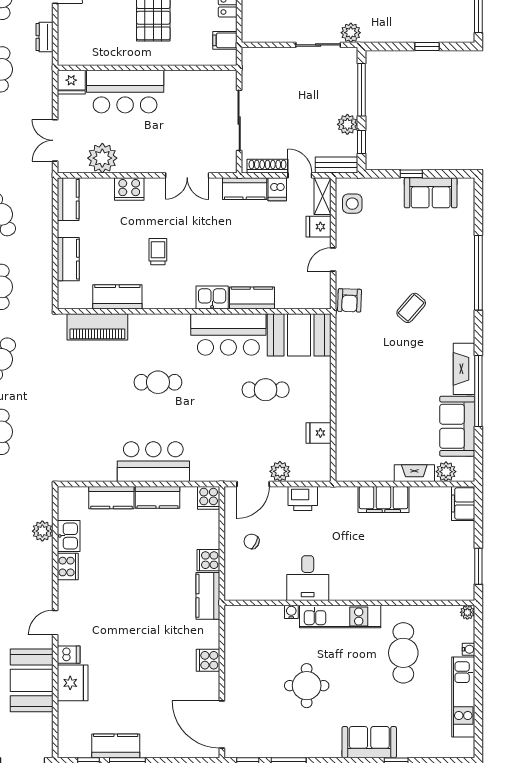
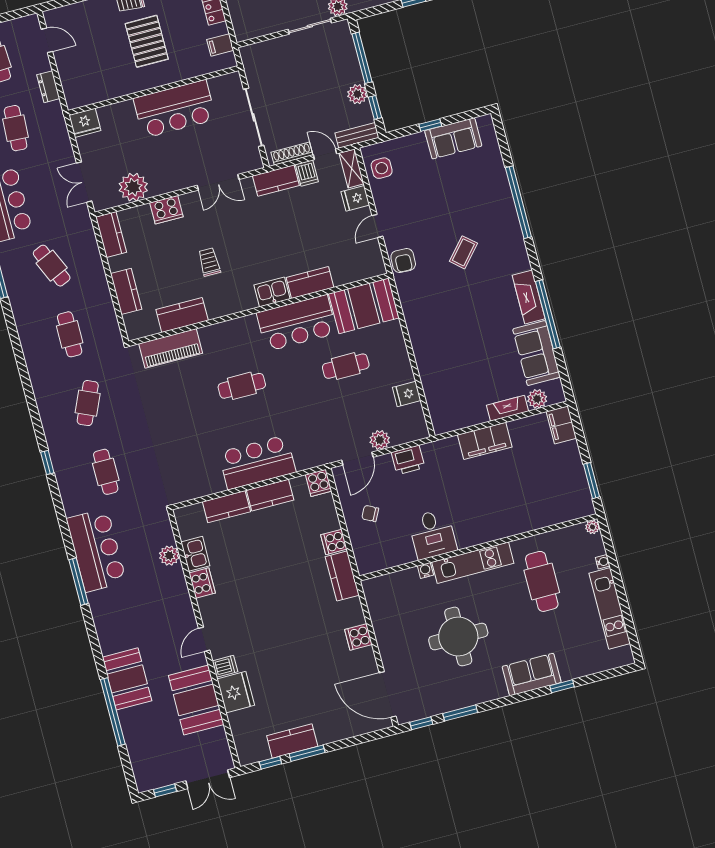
bar counter: (125, 92) -> (175, 109), moved
round table: (307, 686) -> (458, 636), width x1.36, depth x1.36

